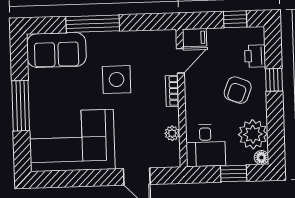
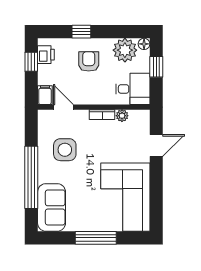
window: (93, 24) -> (31, 177), width x1.46
printer: (255, 56) -> (46, 55), moved, turned -90
side table: (117, 80) -> (65, 150), moved
armchair: (238, 90) -> (89, 61), turned -111
bookcase: (172, 91) -> (102, 115), moved

